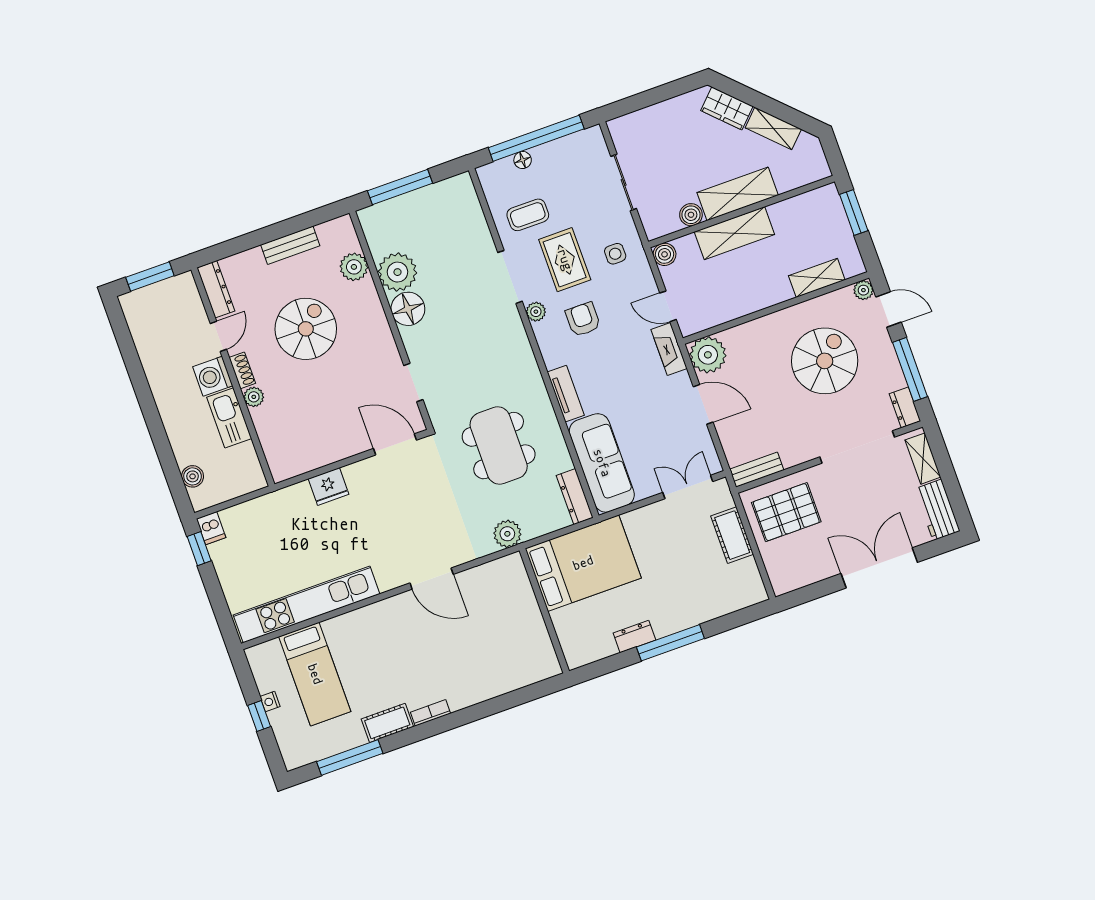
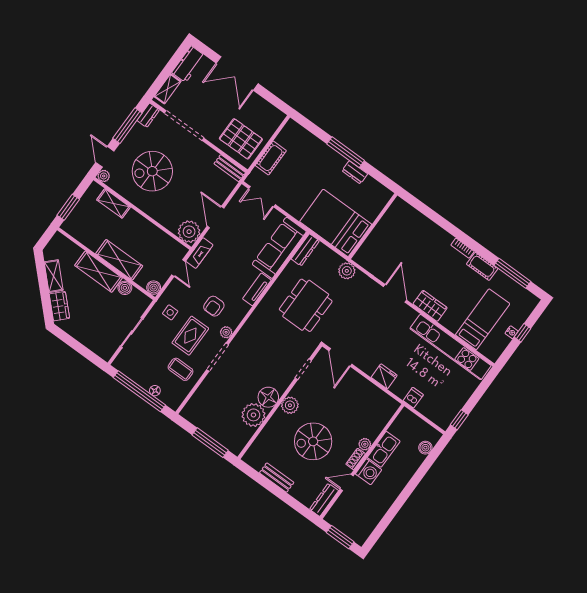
plant: (354, 267) -> (290, 405), moved
dishwasher: (211, 528) -> (413, 398), moved
wardrobe: (382, 615) -> (430, 306), added

